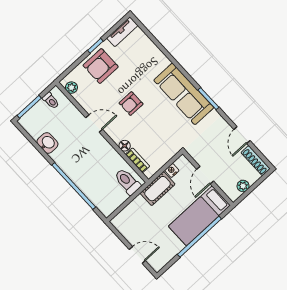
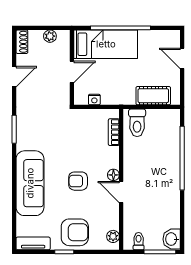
sofa: (184, 94) -> (30, 183), moved
armchair: (131, 104) -> (78, 181), turned 180
washbasin: (47, 143) -> (172, 239), moved
floor lamp: (125, 146) -> (113, 175), moved
shoe rack: (256, 161) -> (22, 42), width x0.70
cot: (158, 189) -> (153, 96), moved

